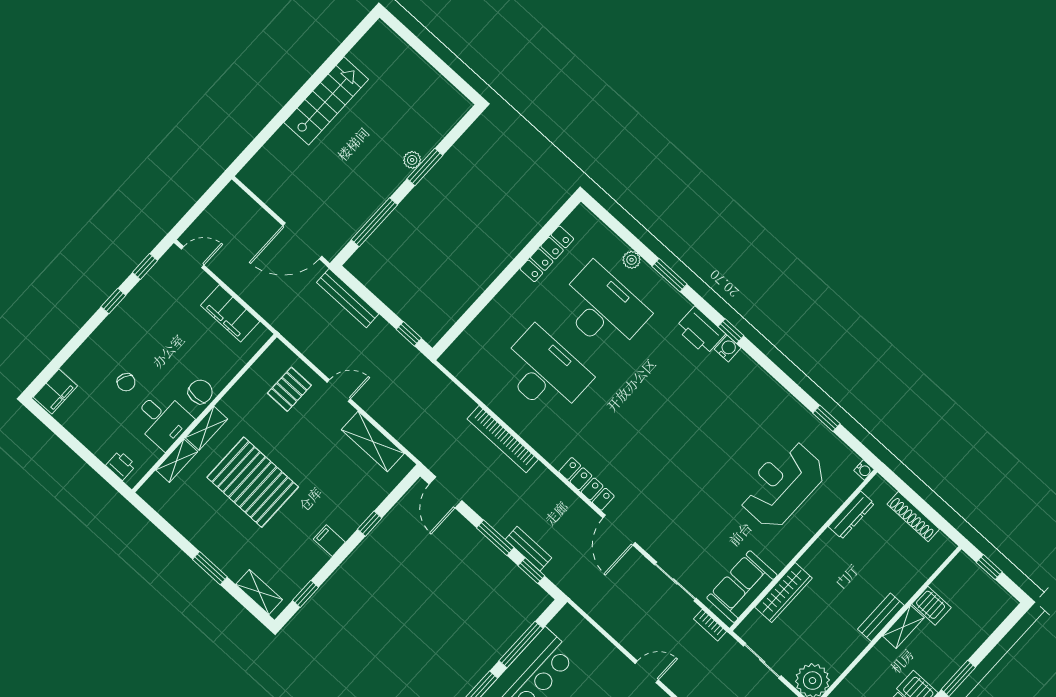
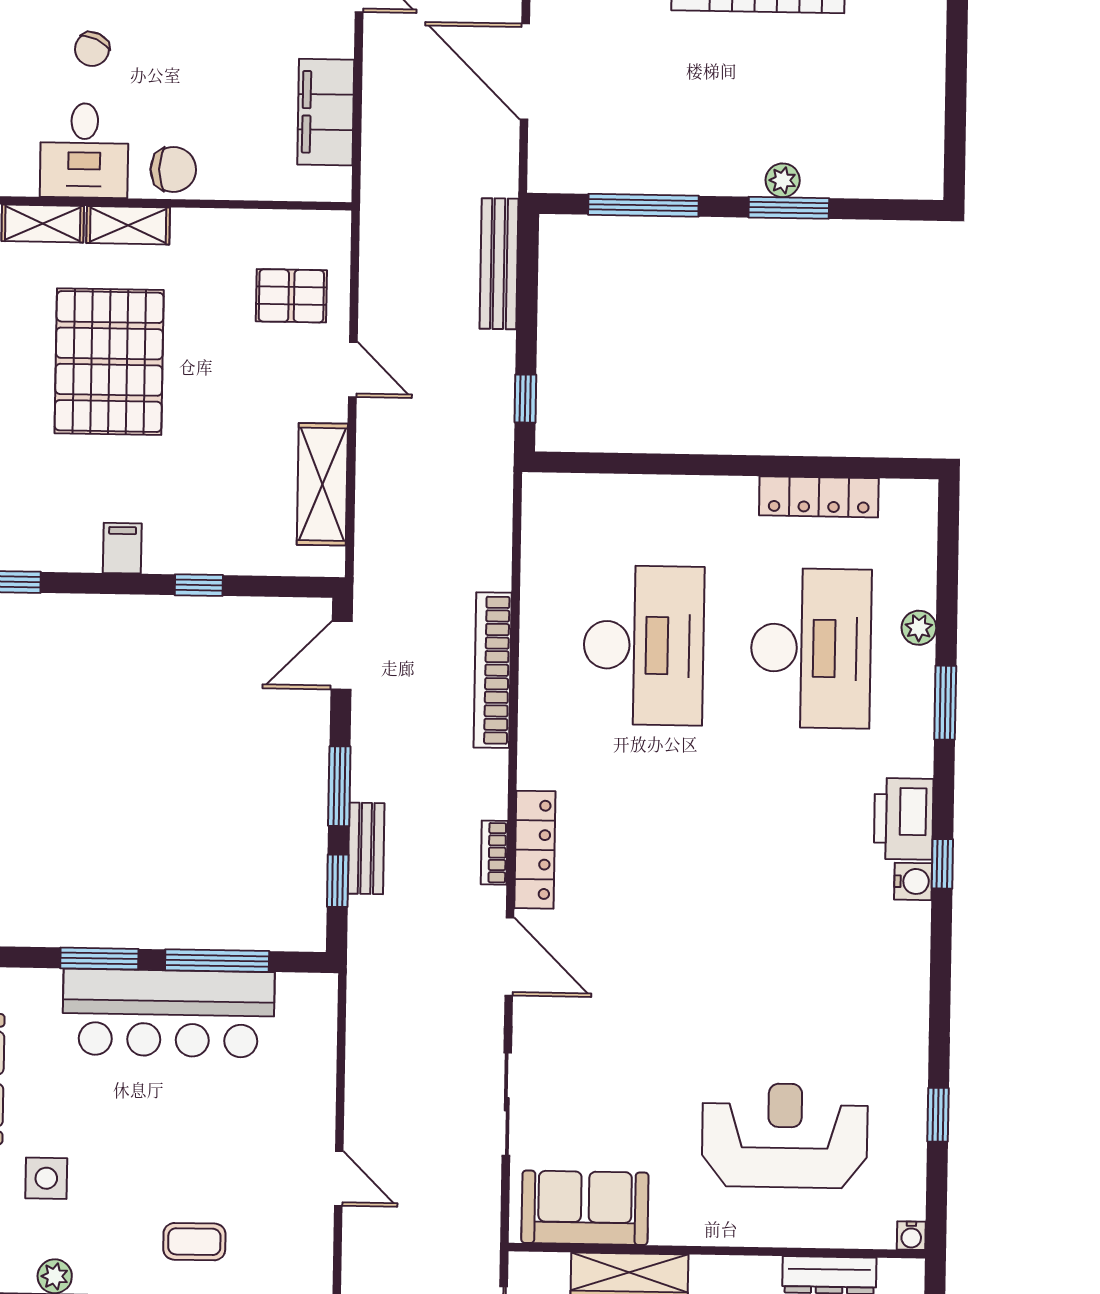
door: (302, 241) -> (525, 72), moved
door: (619, 530) -> (509, 957), swing flipped
bookcase: (710, 625) -> (494, 853), moved

